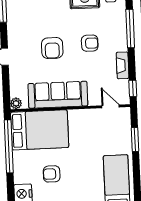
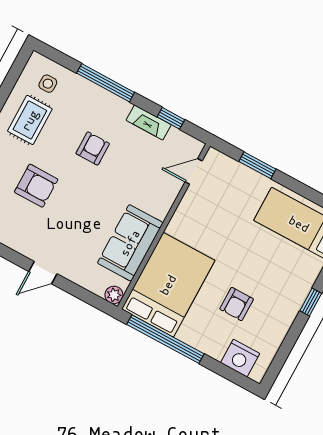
armchair: (52, 48) -> (36, 186), moved
window: (133, 88) -> (171, 118), moved
sofa: (58, 95) -> (130, 243), width x0.73

